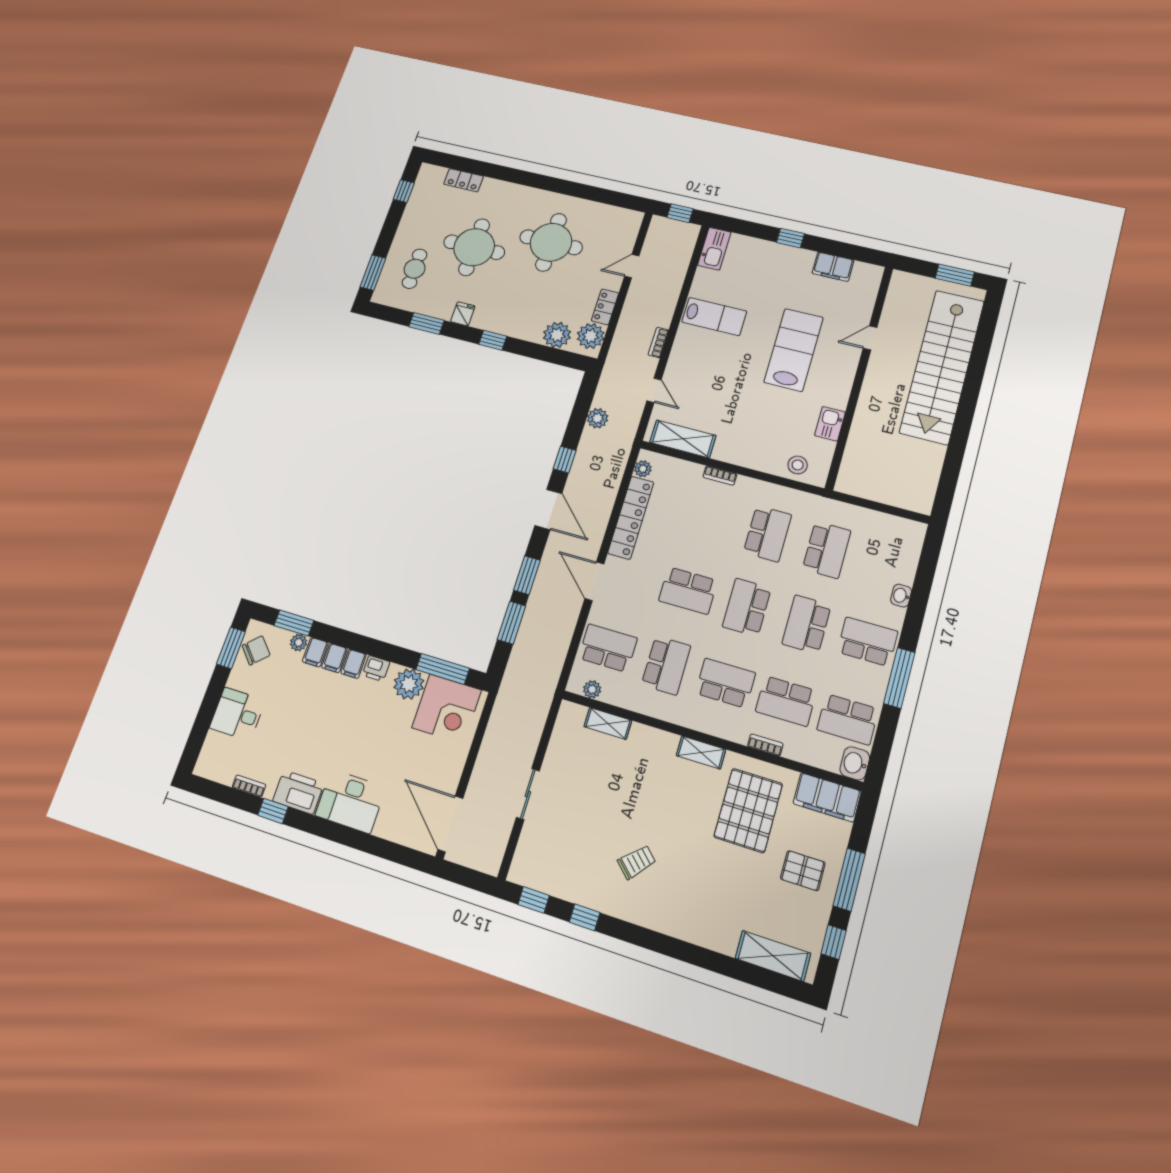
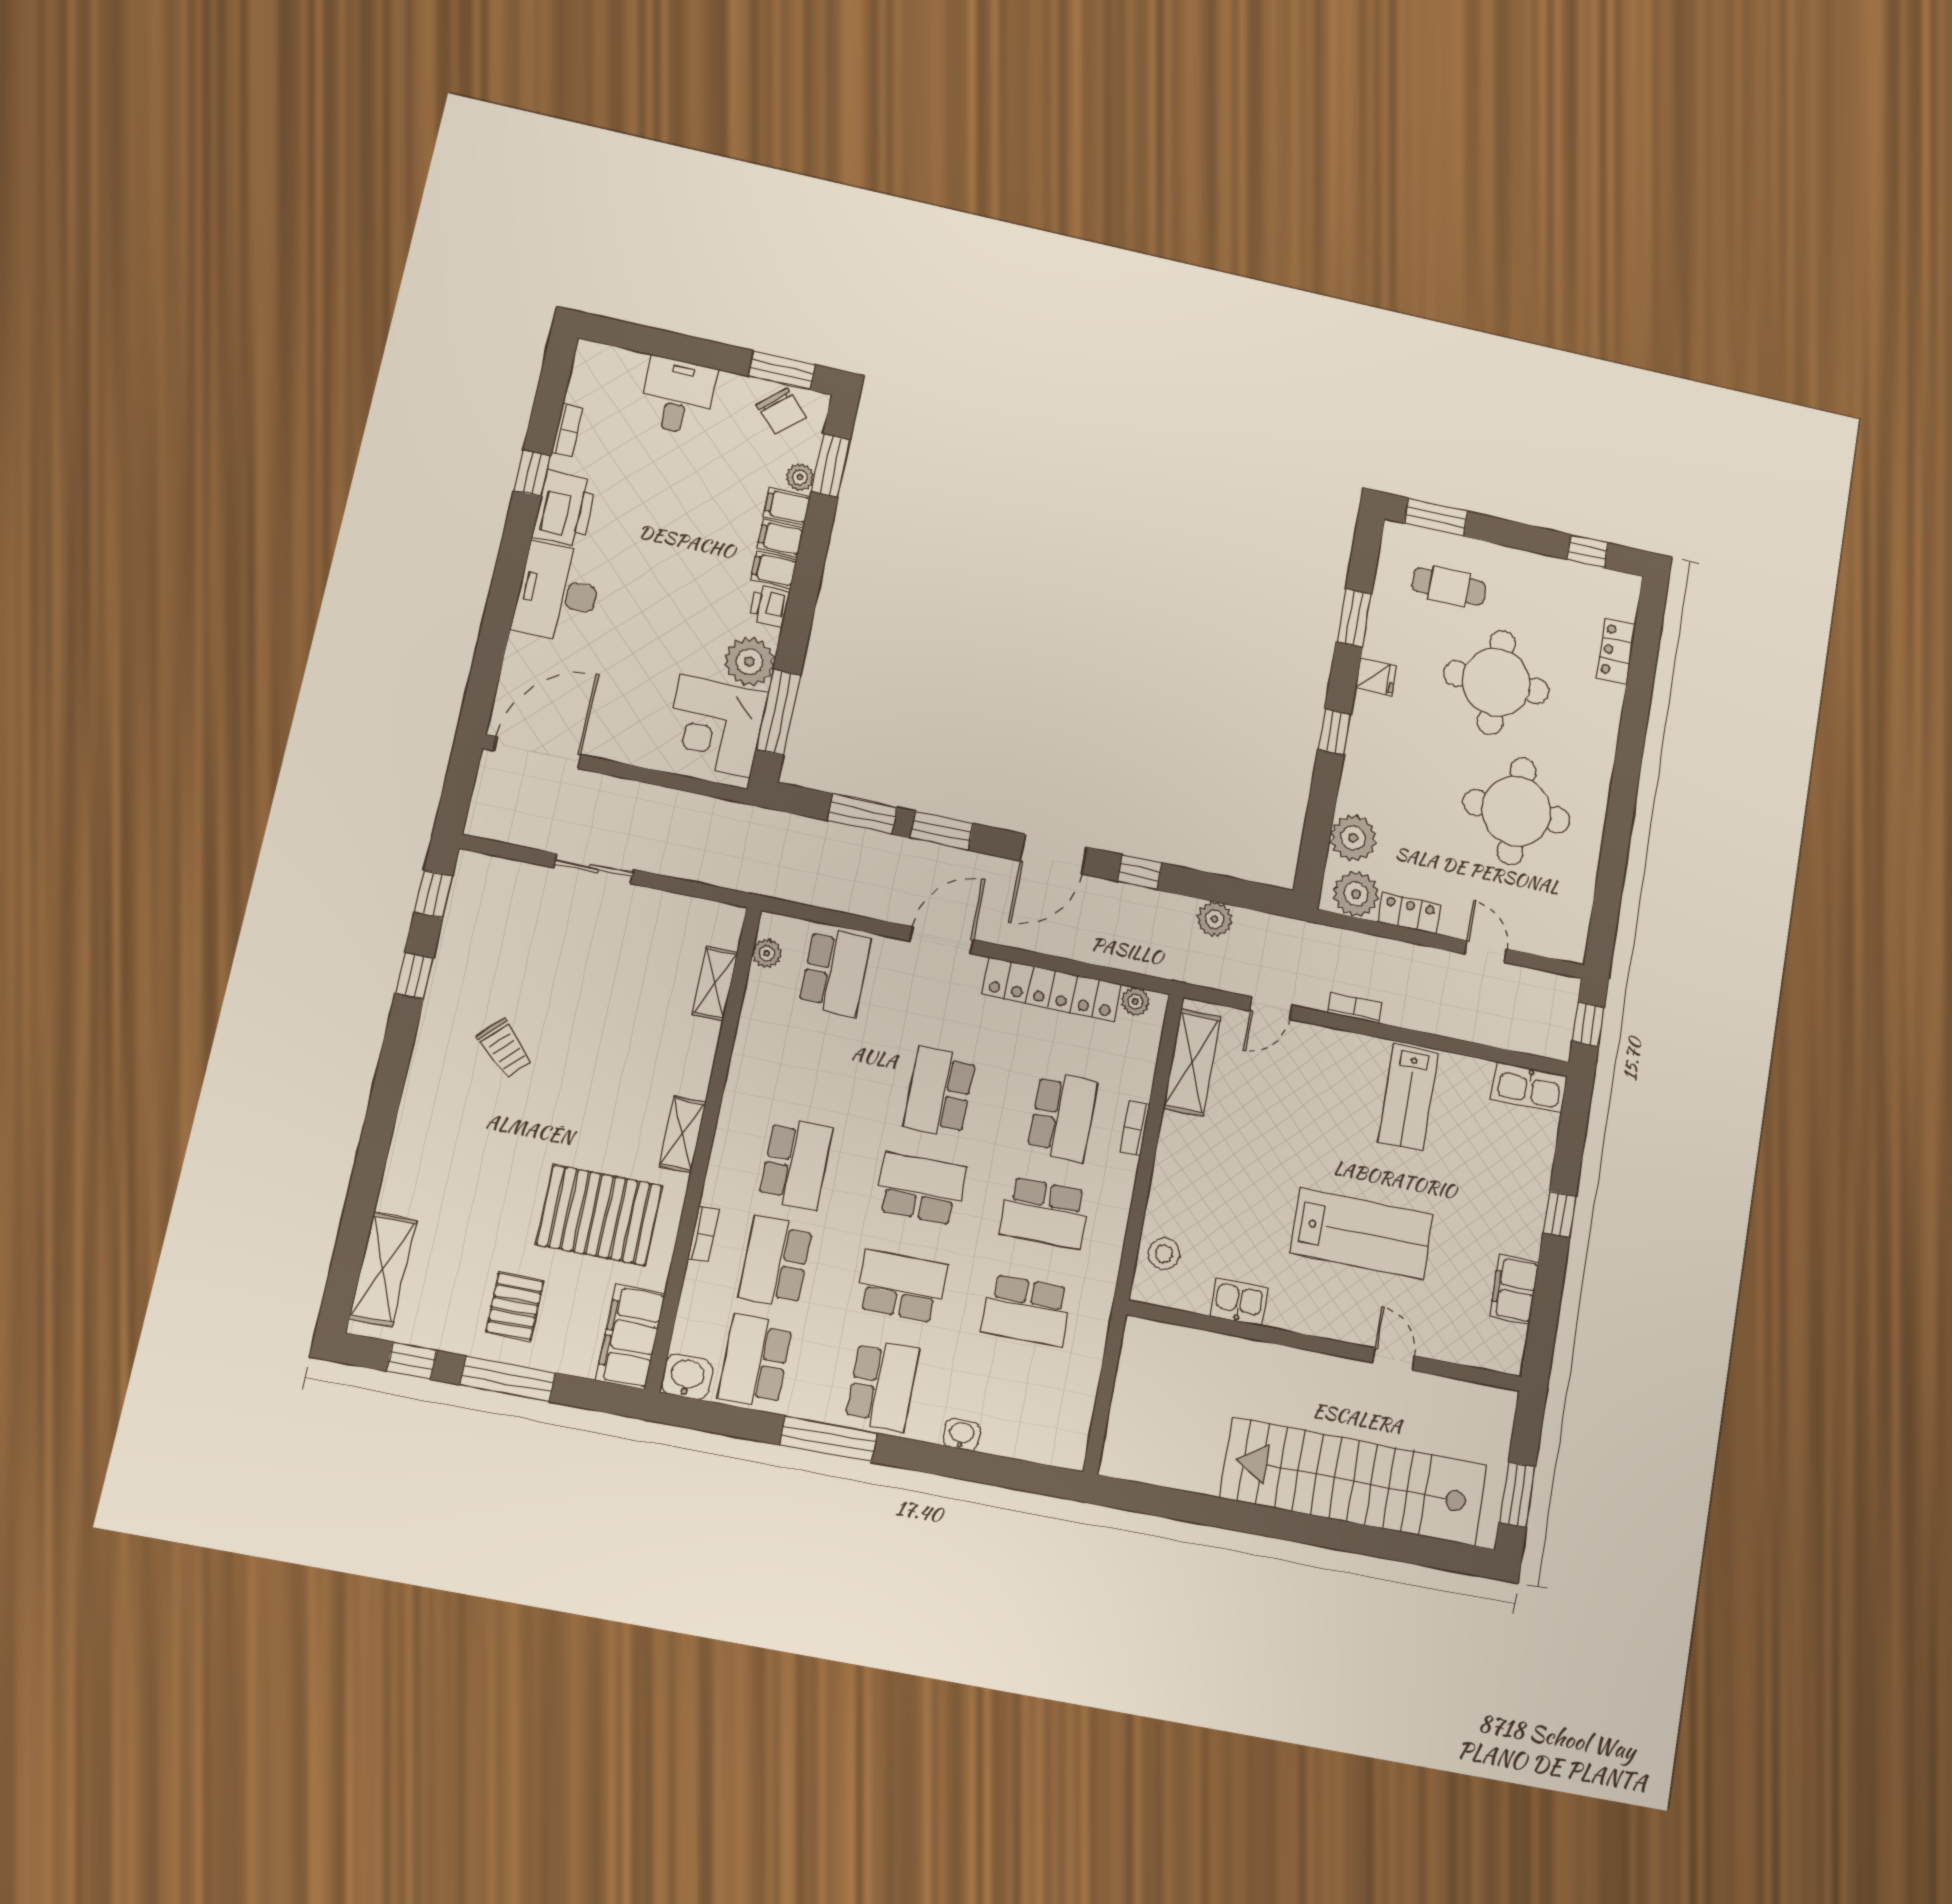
school desk: (666, 665) -> (1063, 1117), moved, turned -90

